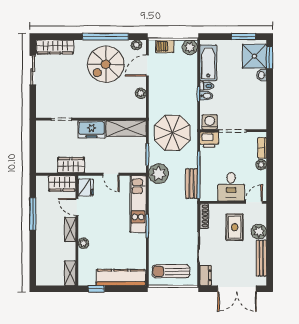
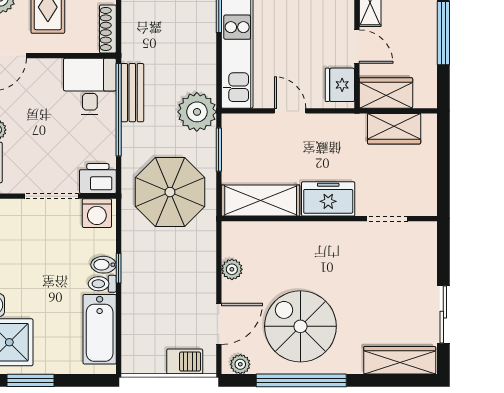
plant: (190, 47) -> (136, 360), removed
spiral stairs: (106, 64) -> (300, 326), turned -90
wardrobe: (71, 165) -> (394, 129), moved
desk: (231, 187) -> (90, 86), moved

